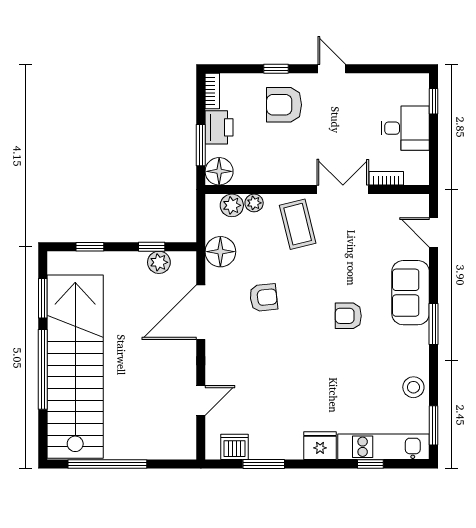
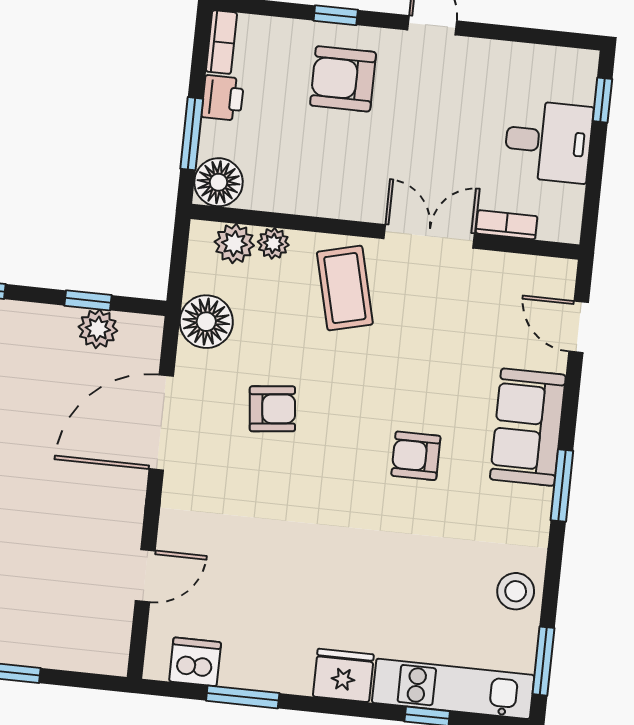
printer: (219, 127) -> (223, 98), width x0.73, depth x0.81

